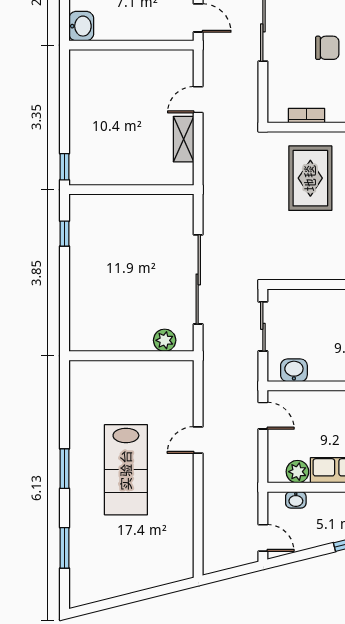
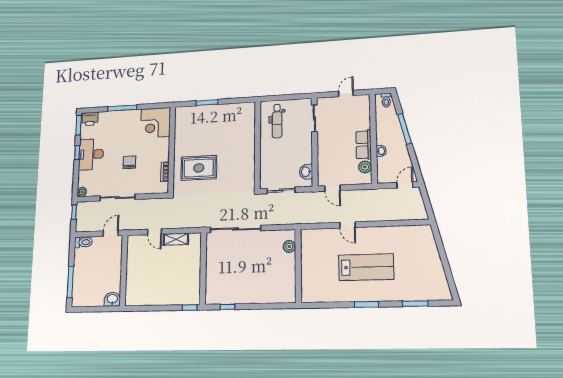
sliding door: (198, 279) -> (236, 229), moved
door: (263, 416) -> (332, 188), swing flipped
washbasin: (296, 500) -> (381, 151), moved

